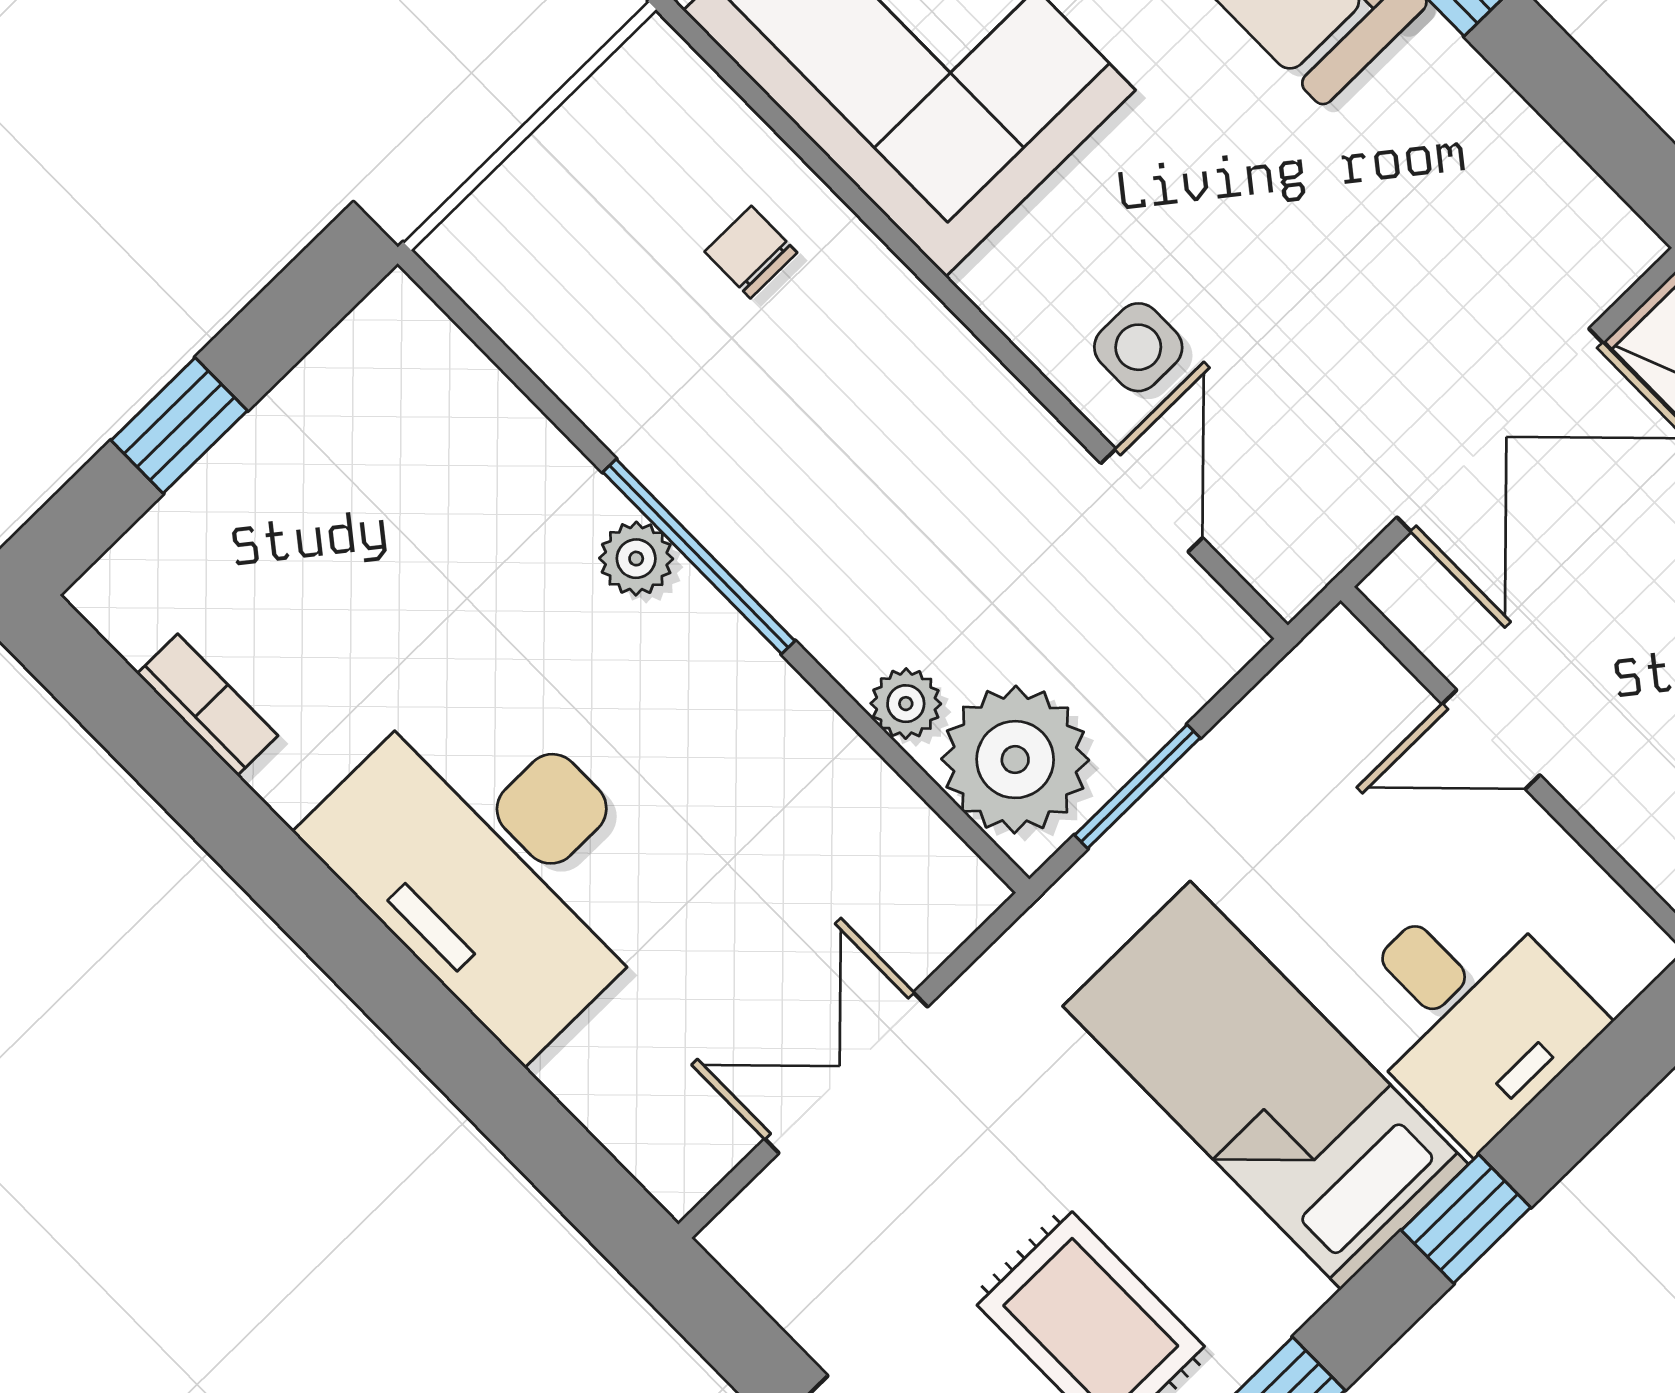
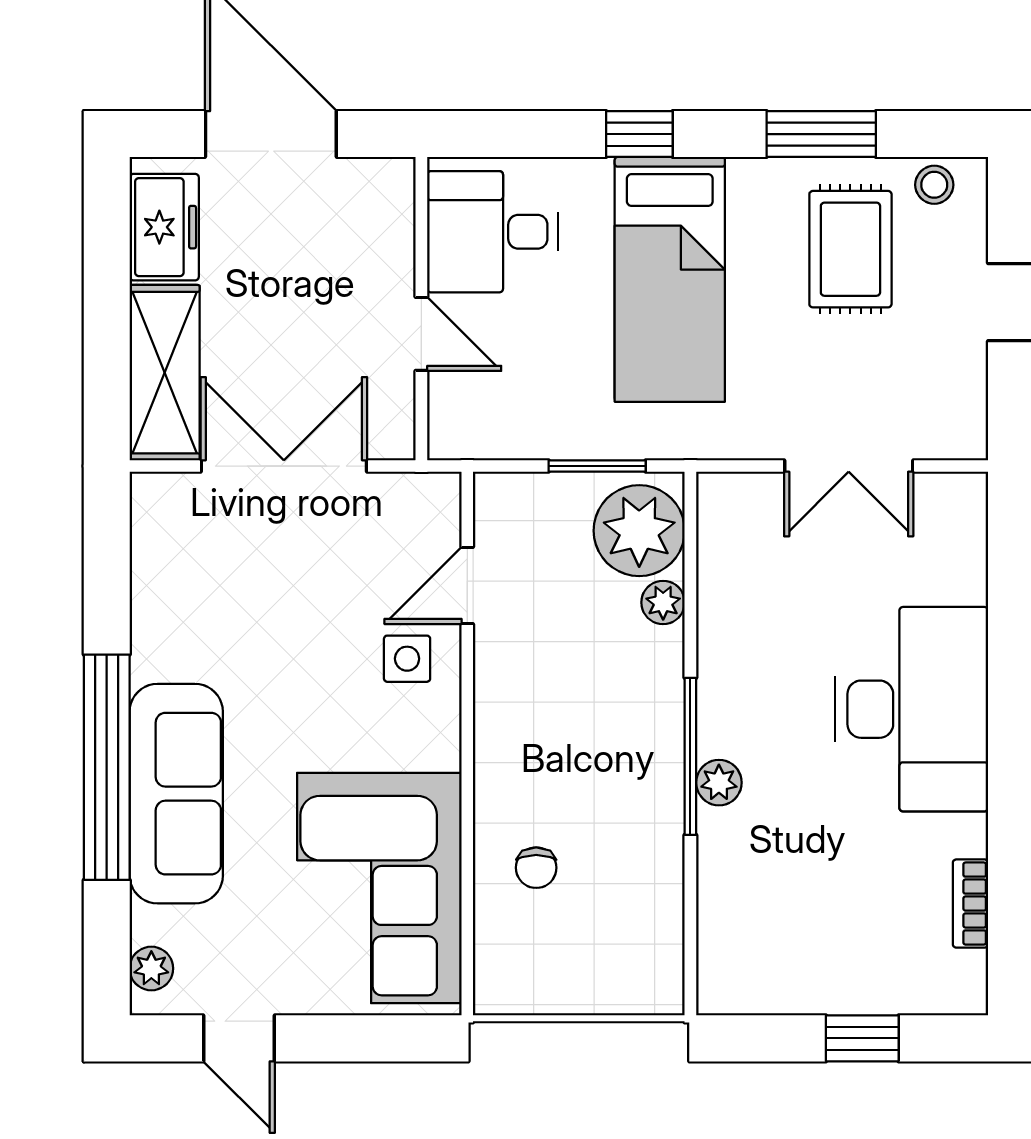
desk: (1470, 1014) -> (493, 232), moved, turned -90

